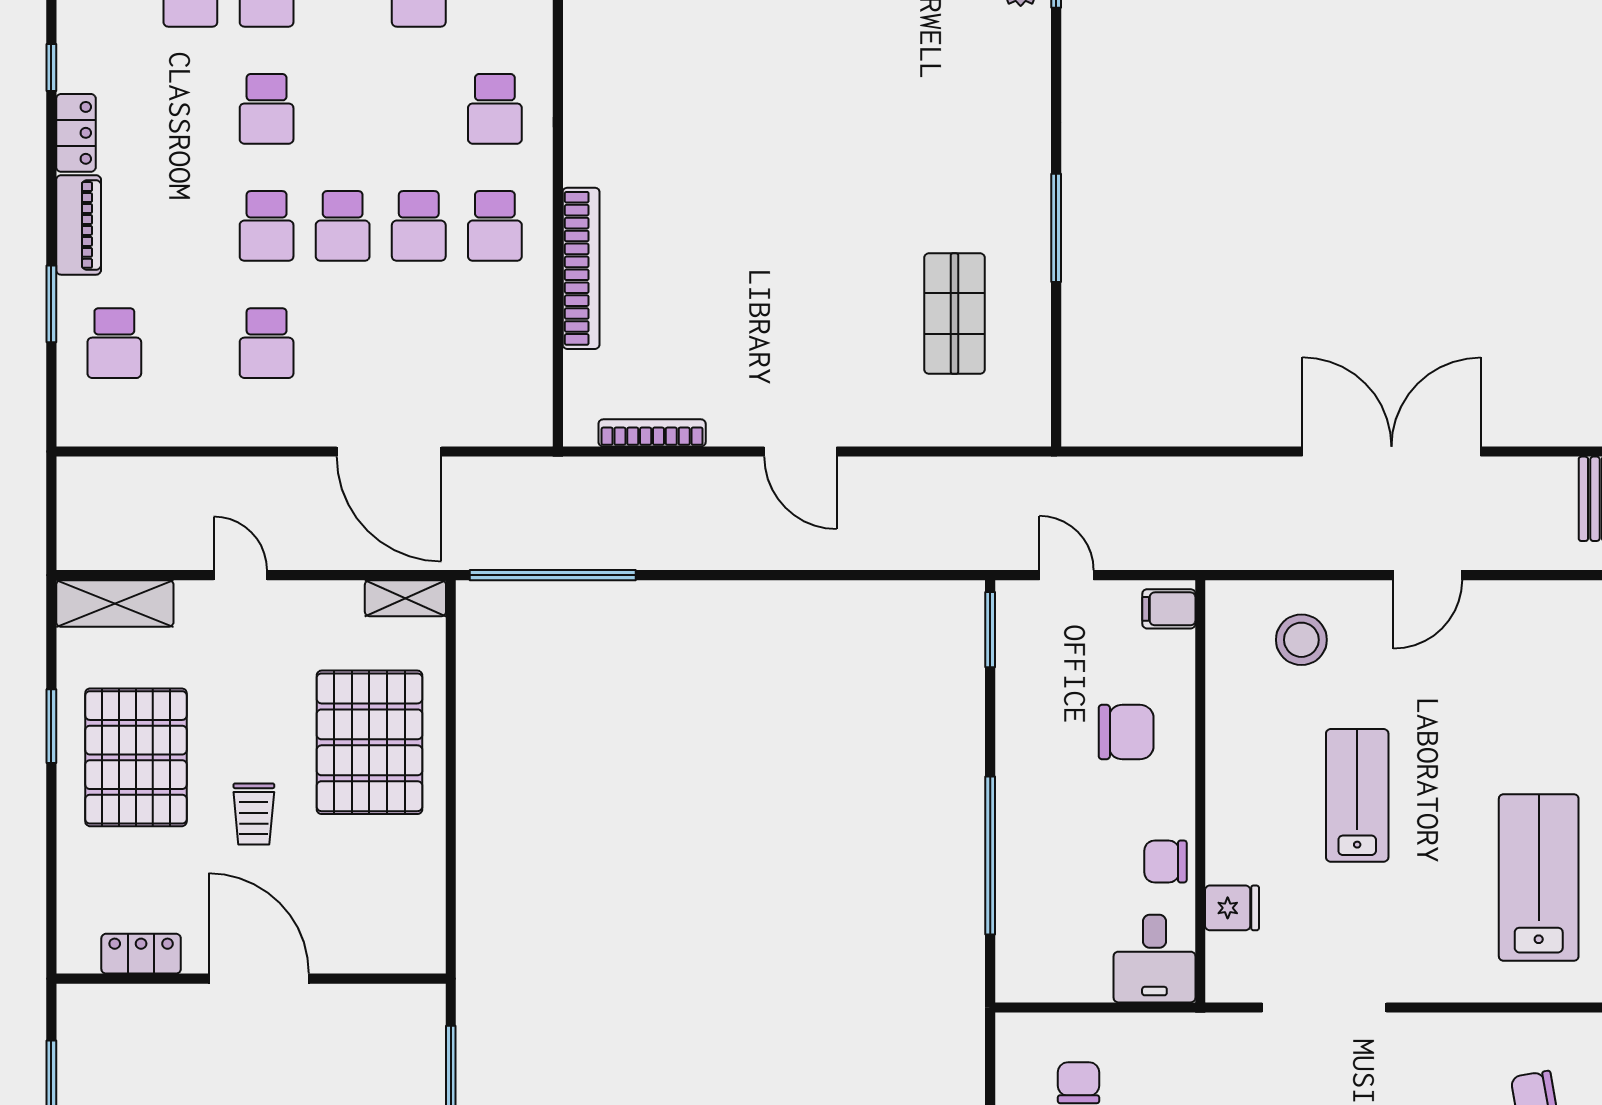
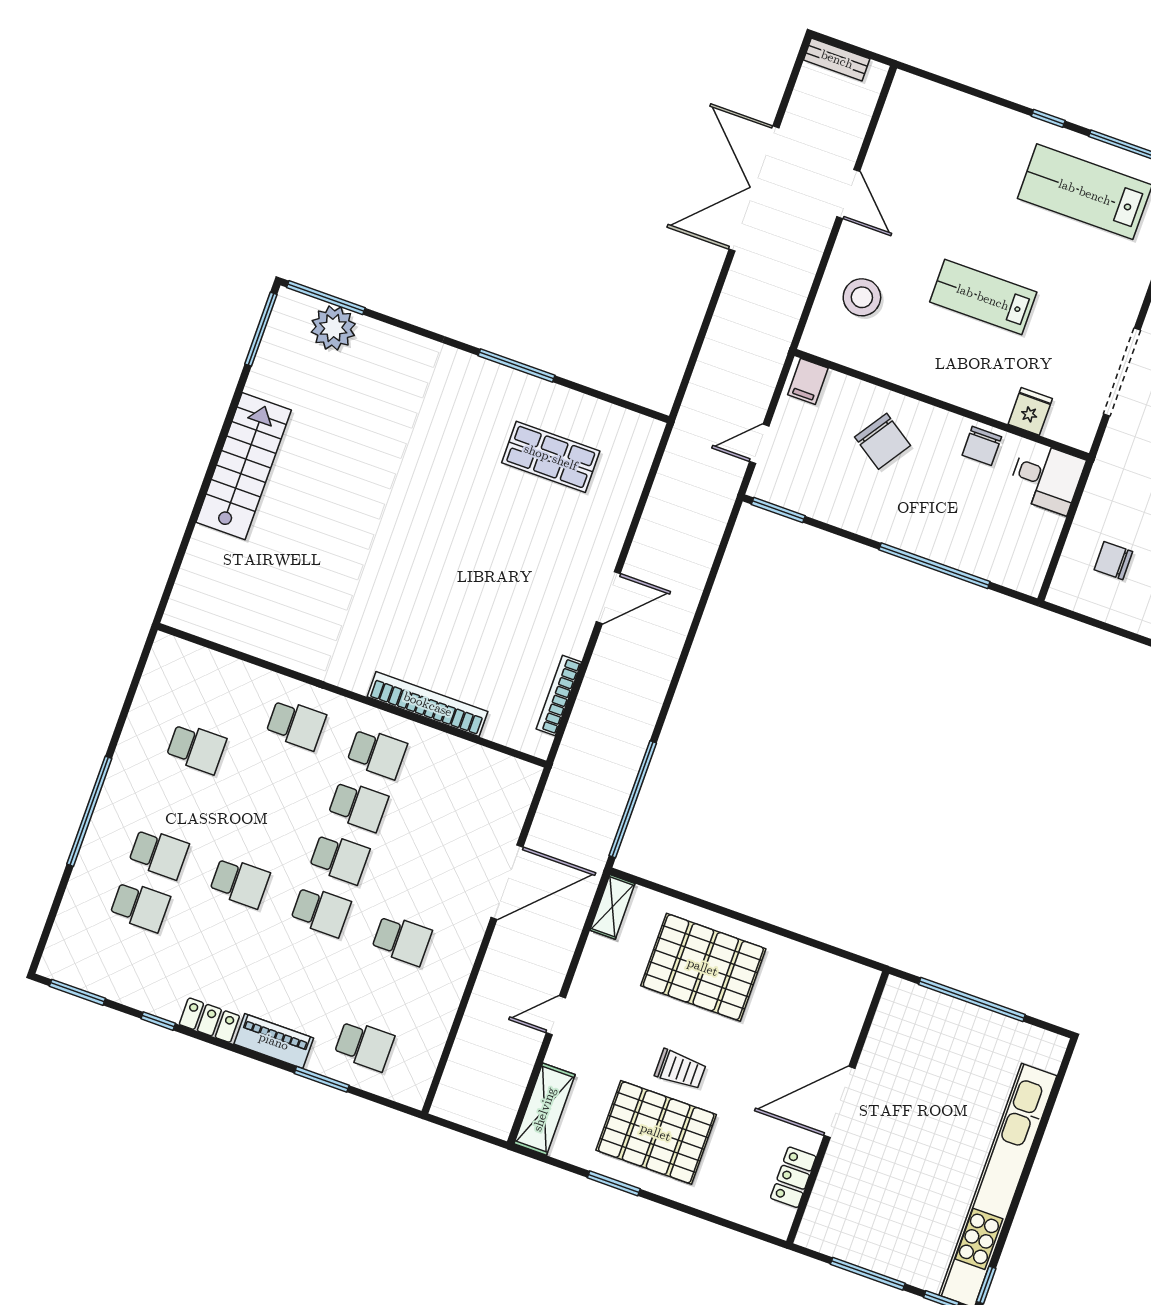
chair: (1126, 732) -> (883, 441), turned 124
trolley: (254, 814) -> (680, 1069), moved

